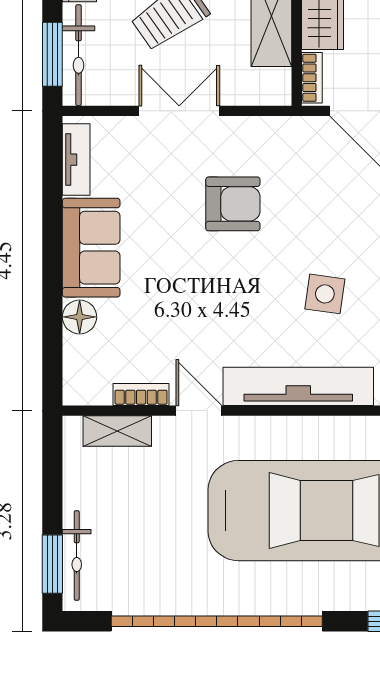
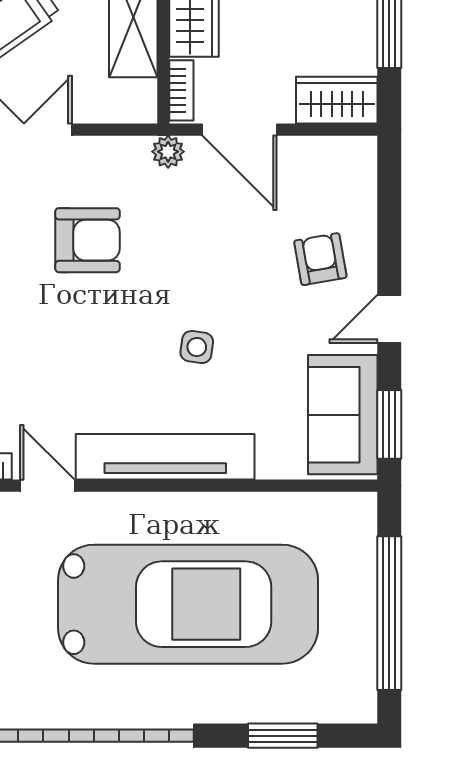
plant: (301, 129) -> (168, 152), added
side table: (325, 294) -> (197, 347), width x0.73, depth x0.73

